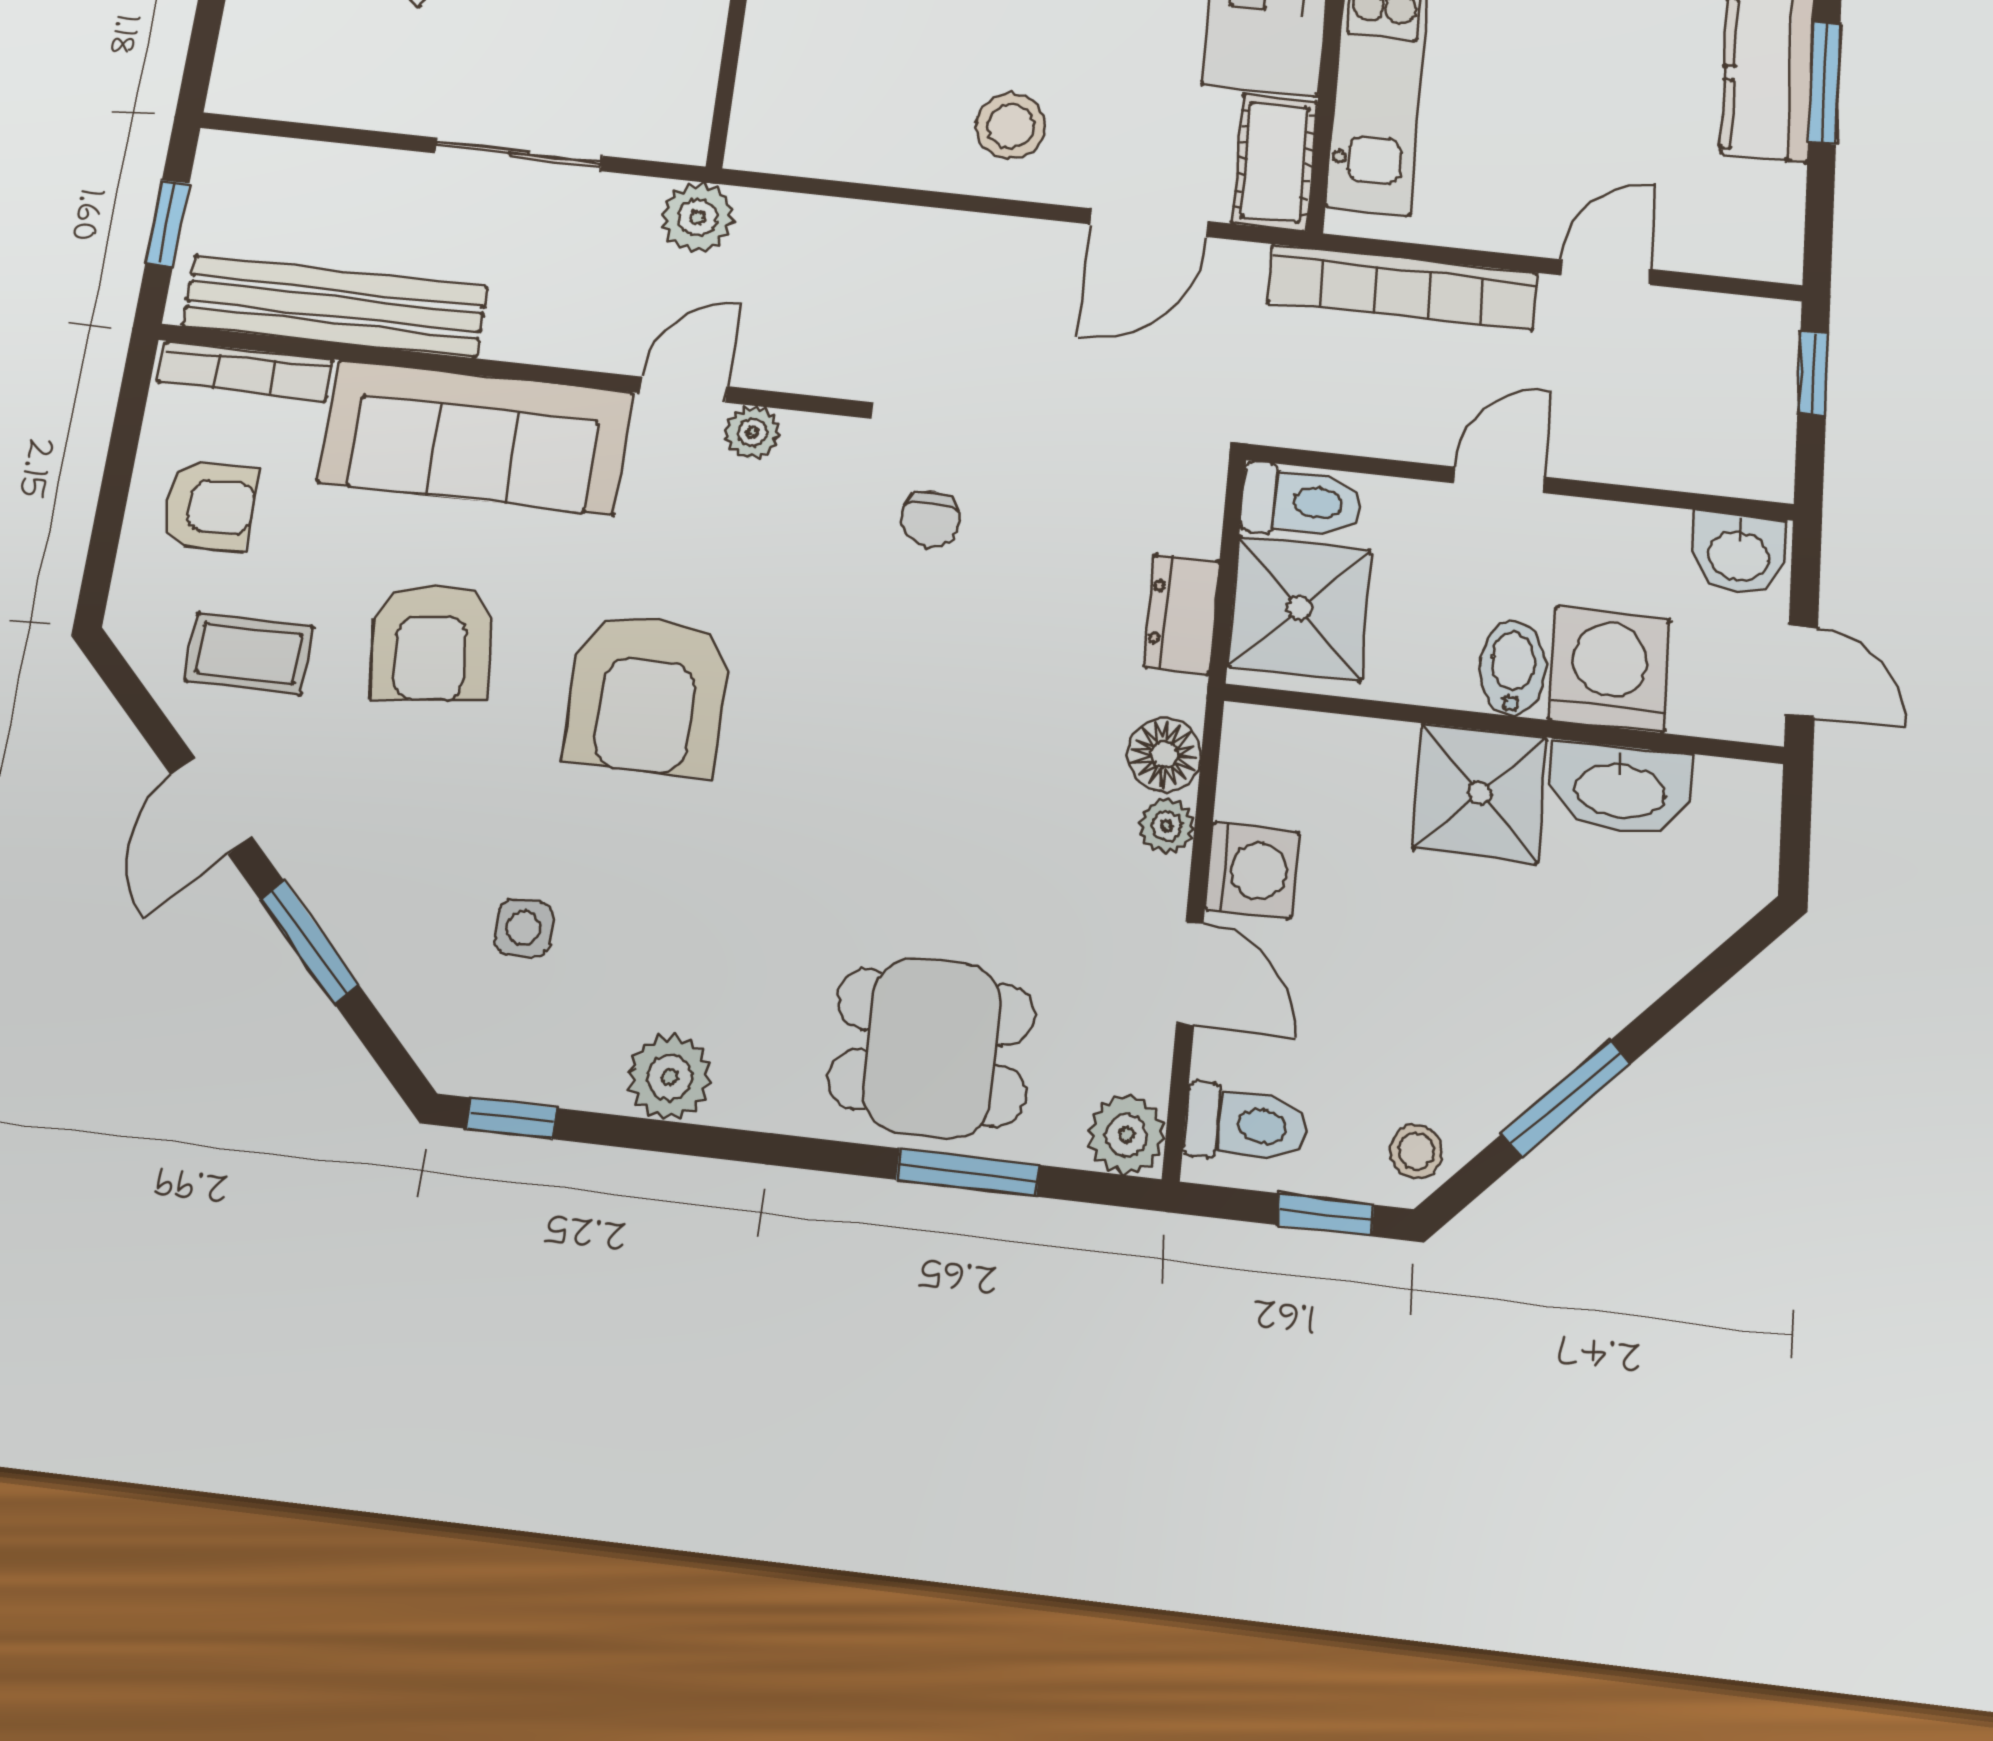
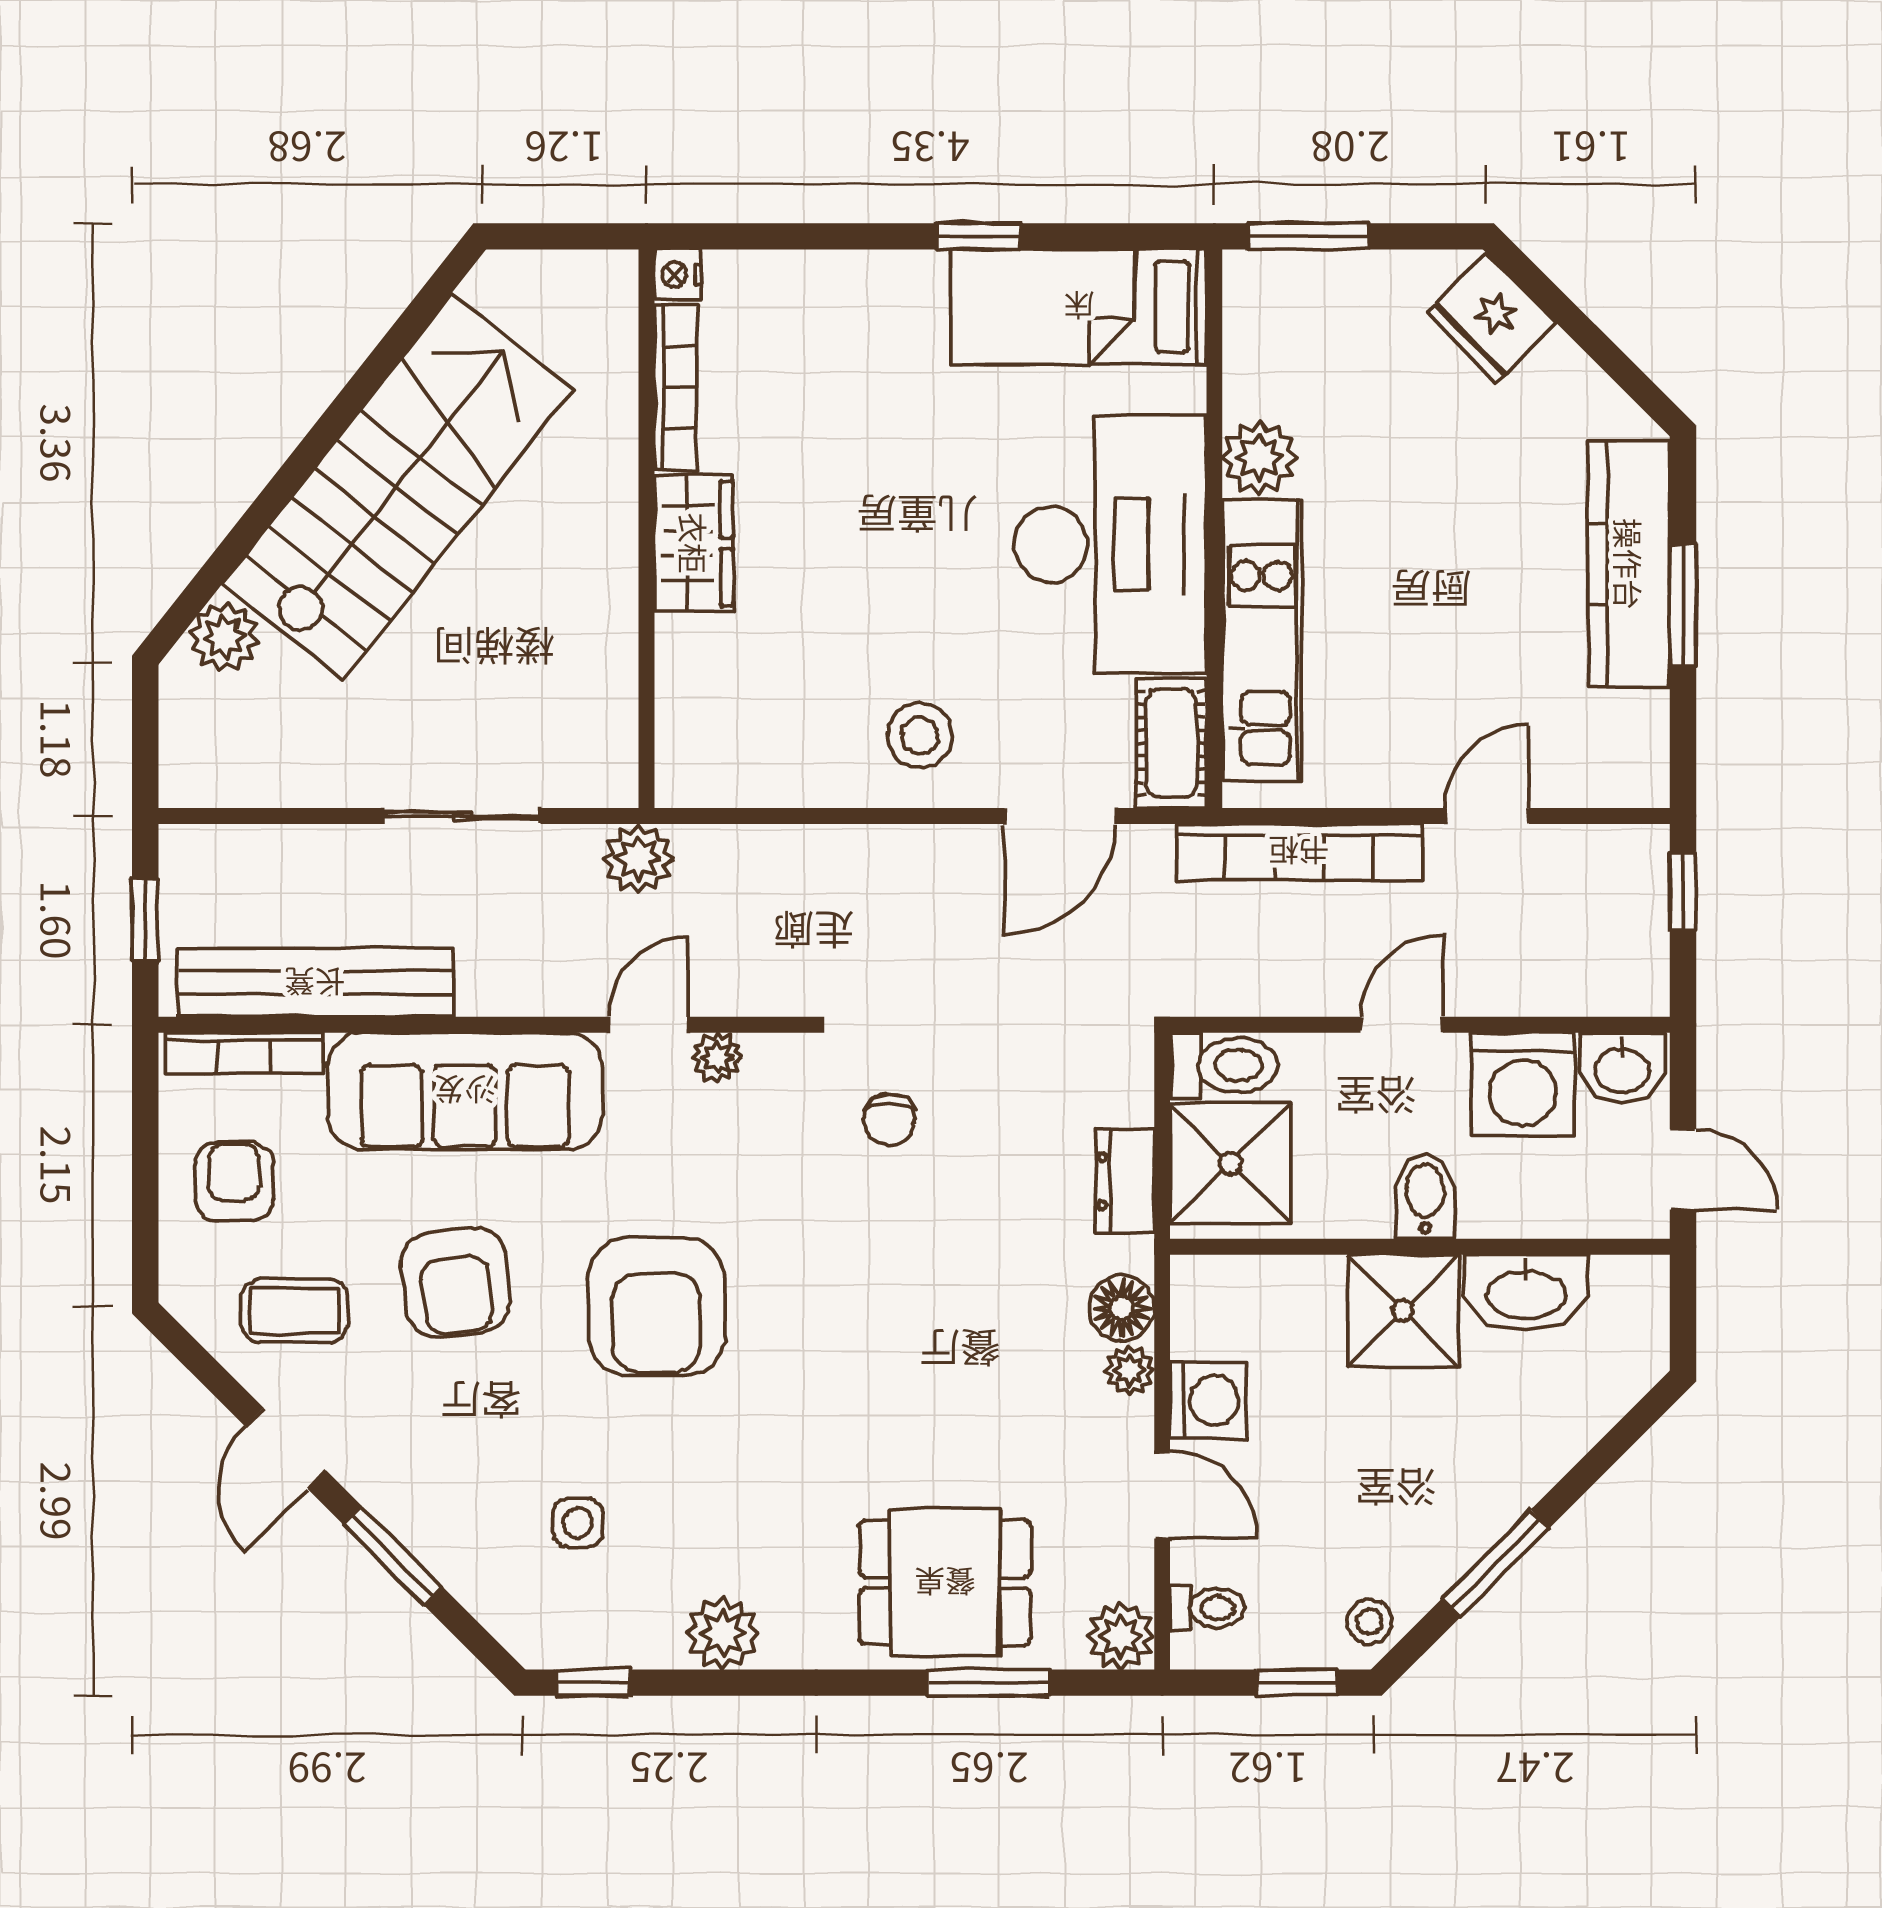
armchair: (209, 506) -> (234, 1182), turned -90
washing machine: (1610, 669) -> (1523, 1084), moved, turned 180
toilet: (1245, 1125) -> (1207, 1608), width x0.73, depth x0.72

